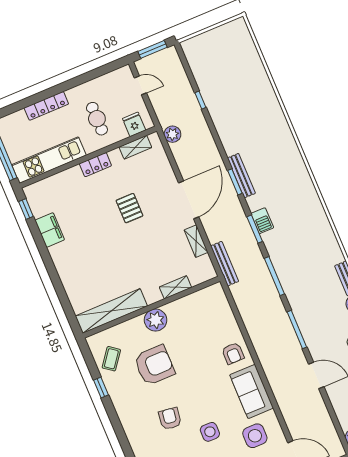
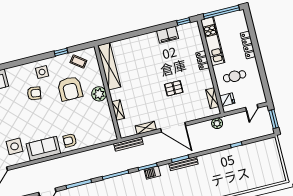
locker: (95, 165) -> (203, 60), moved
side table: (210, 432) -> (42, 72), moved

